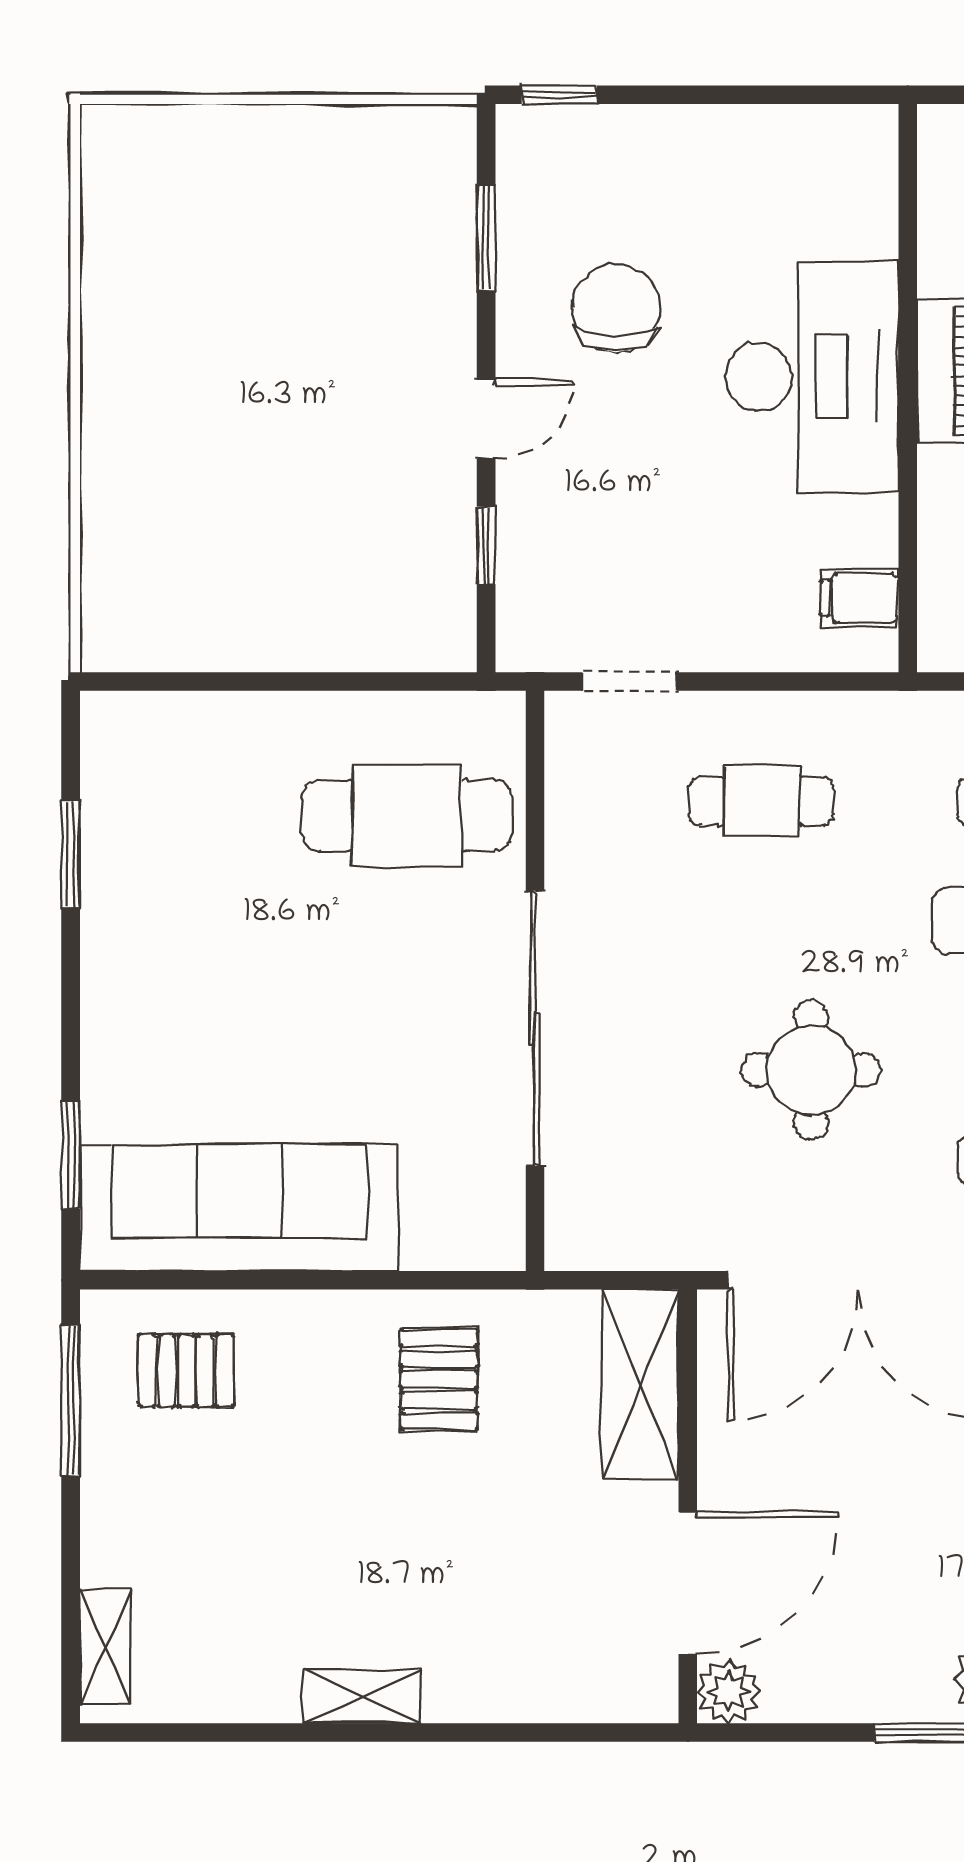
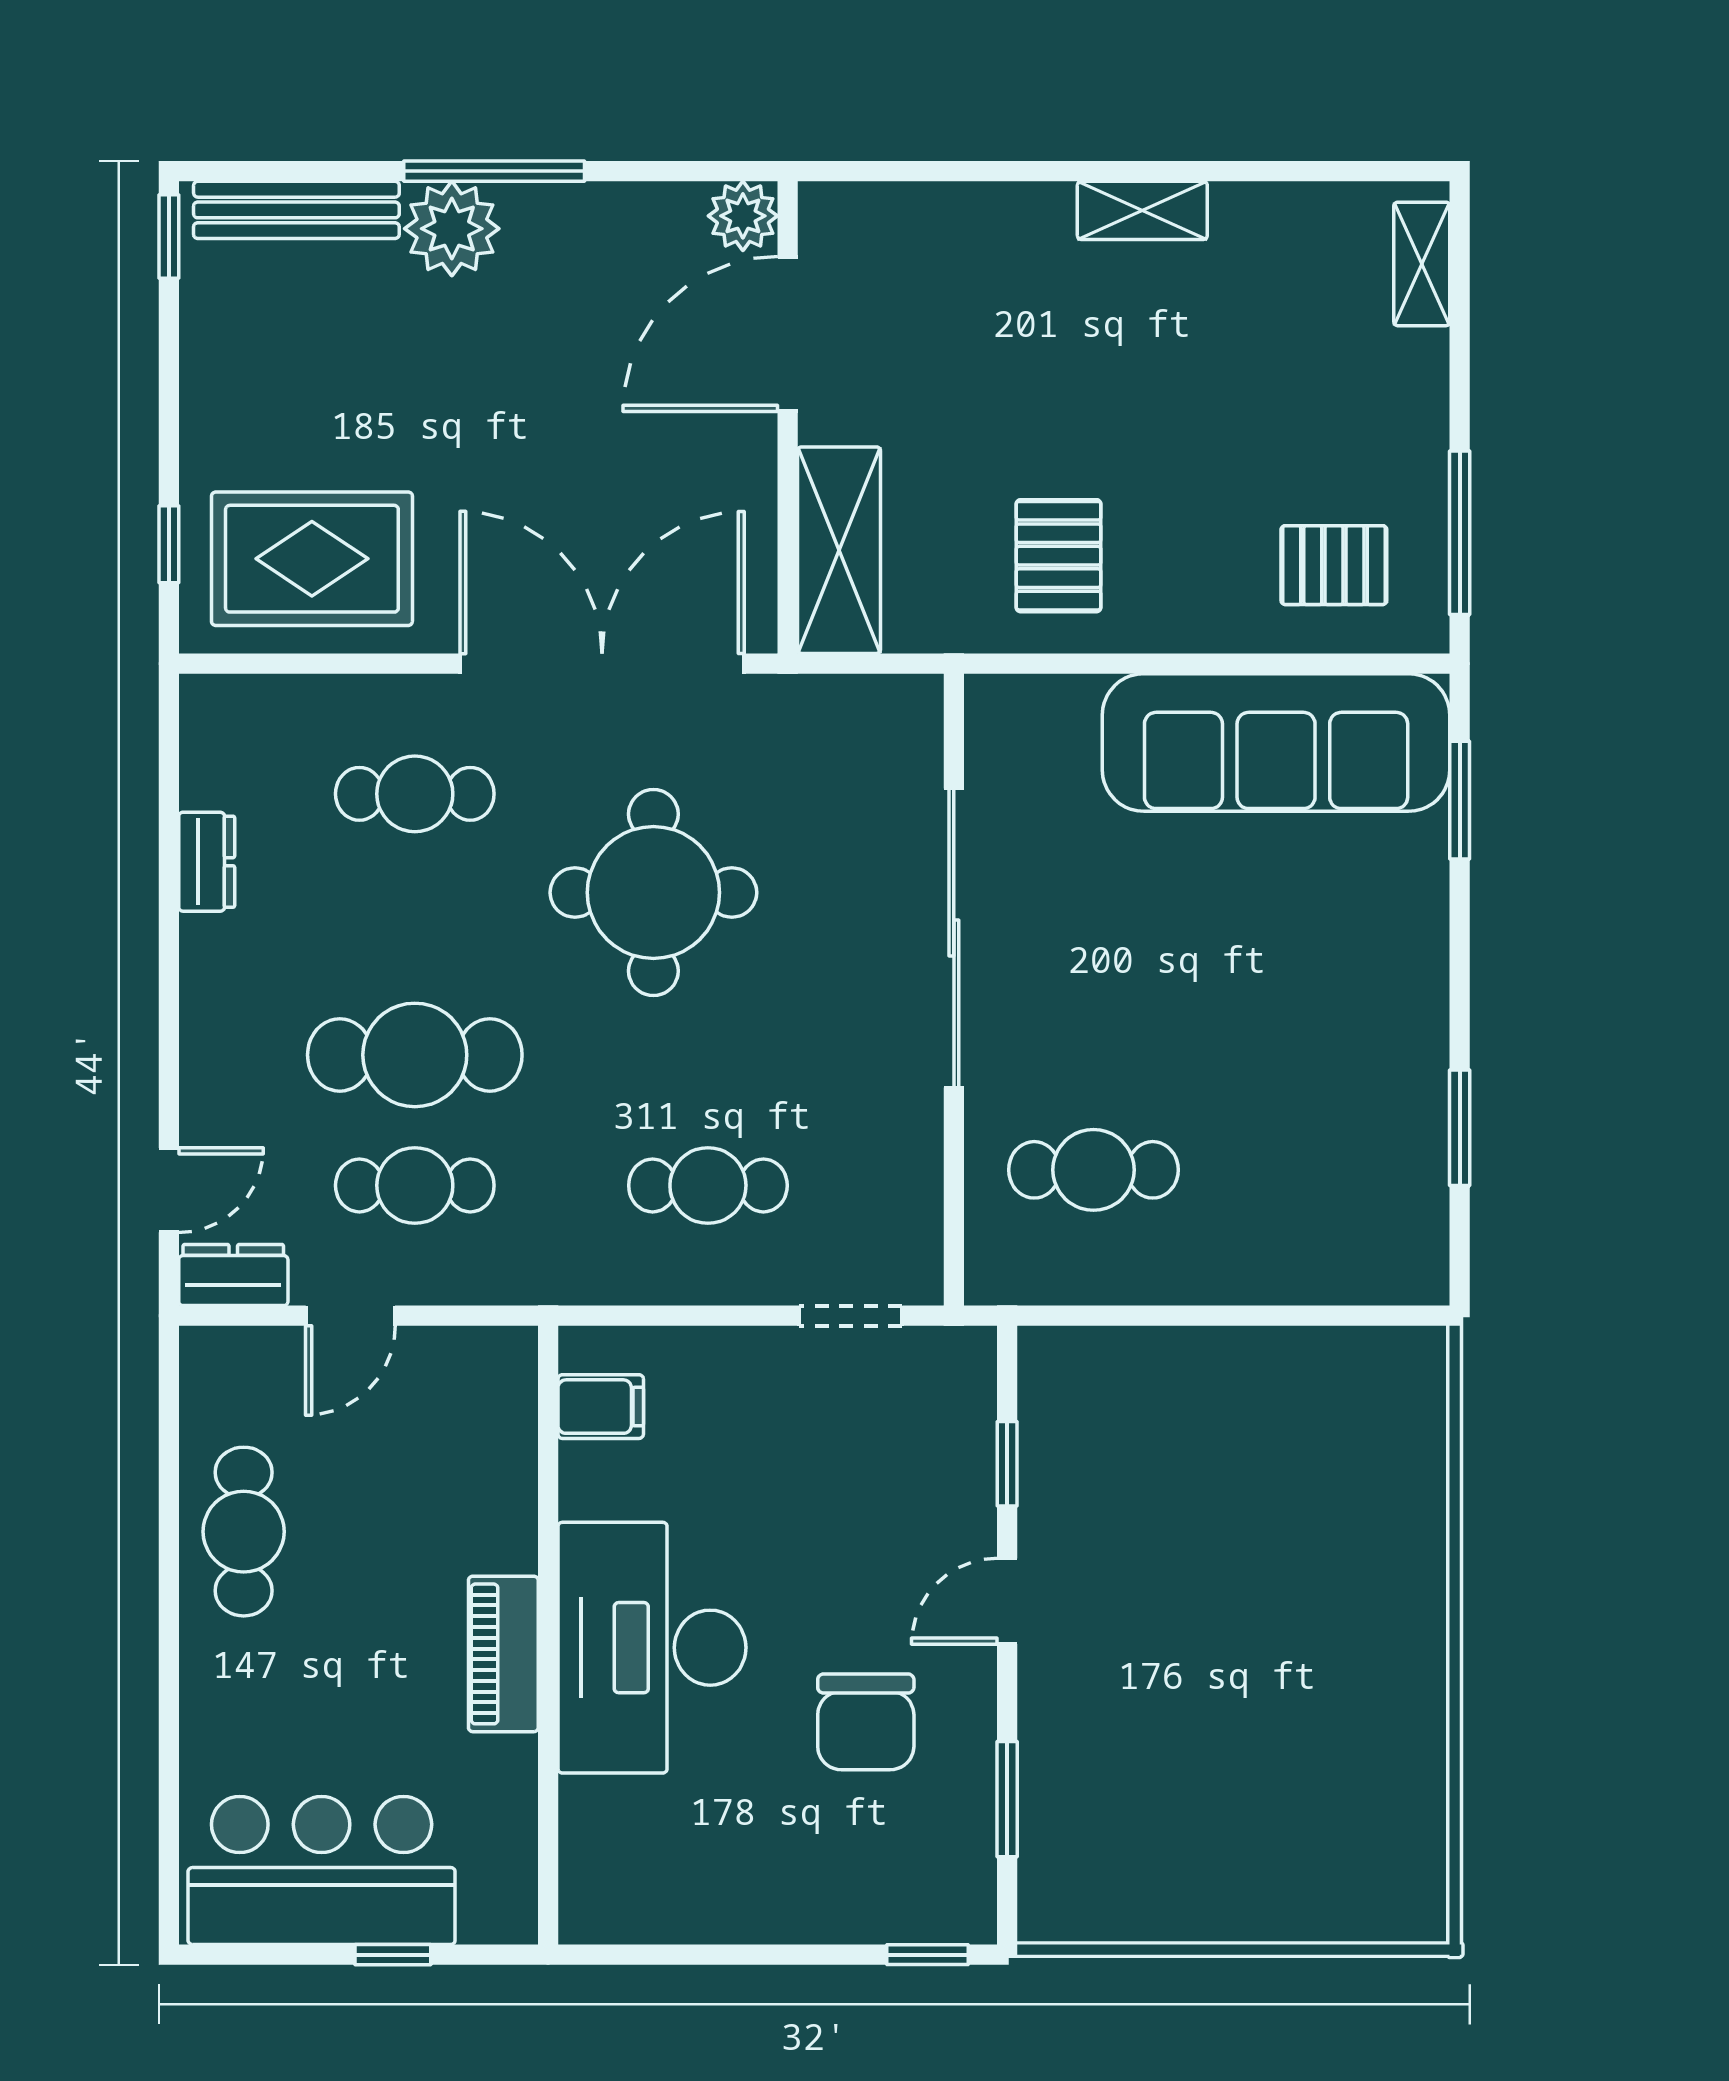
cafe table: (407, 815) -> (1093, 1170), width x0.73, depth x0.74
round table: (811, 1070) -> (653, 893), width x1.36, depth x1.36

